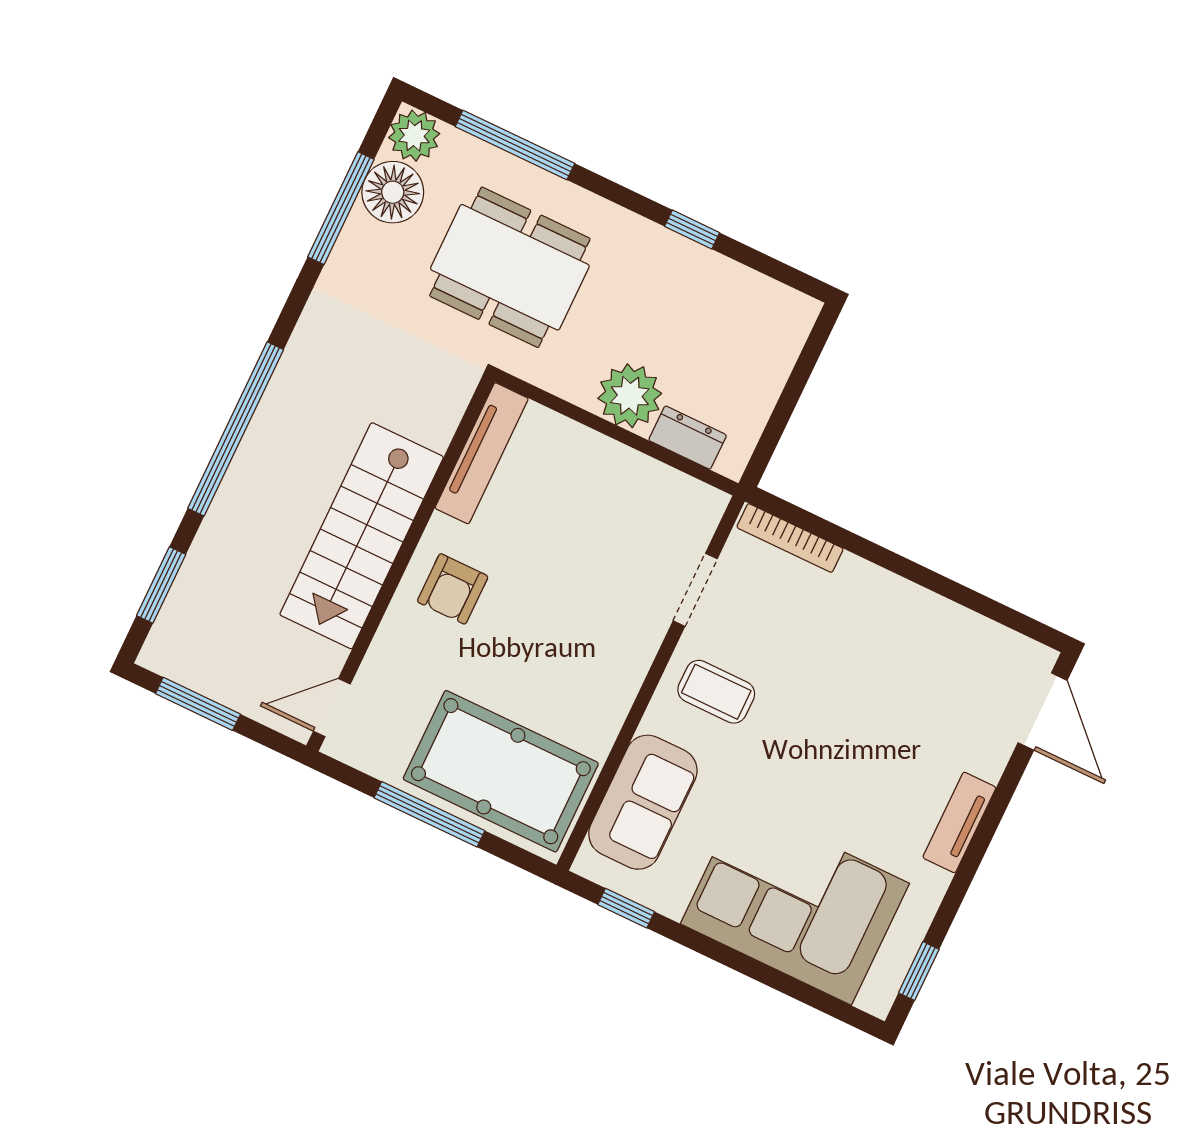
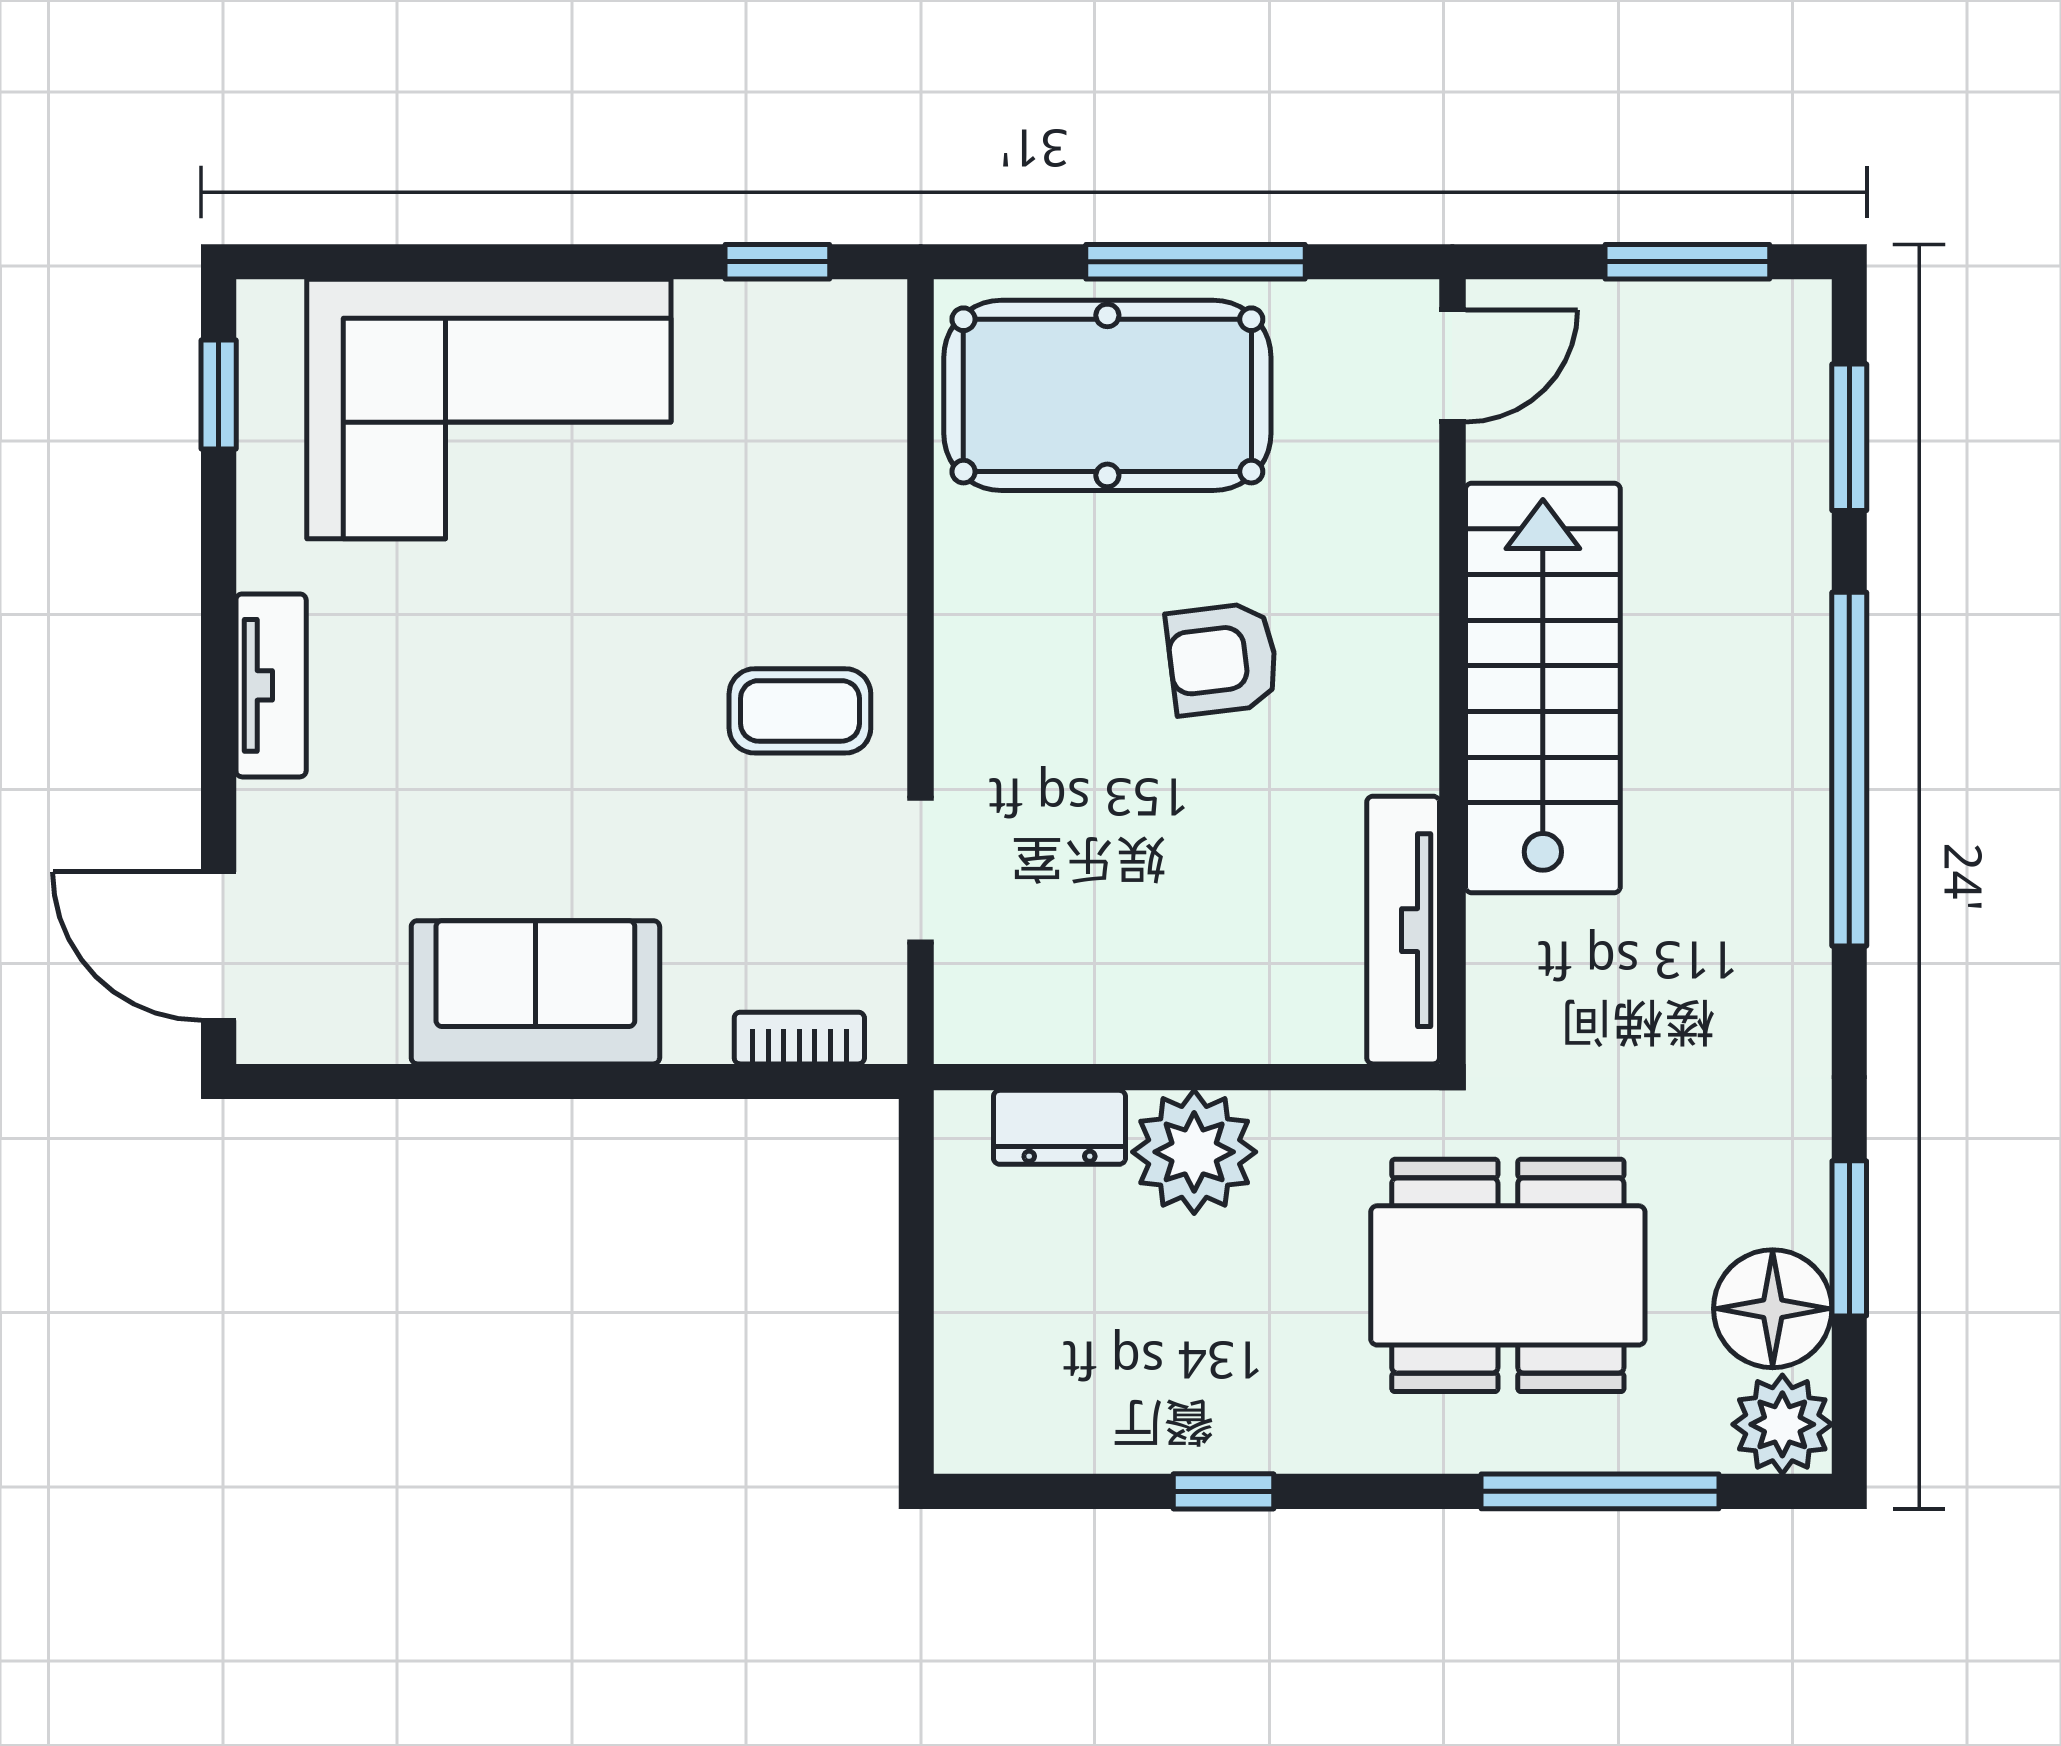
window: (341, 208) -> (1849, 1238), width x0.69
bookcase: (790, 538) -> (799, 1038), width x0.64
armchair: (453, 589) -> (1222, 659), moved, turned -97
sofa: (643, 802) -> (535, 992), moved, turned 90

